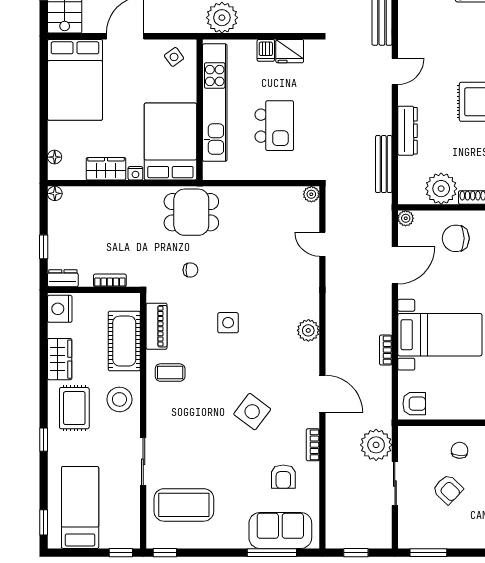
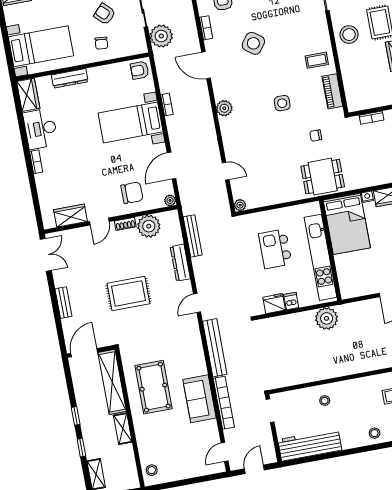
side table: (174, 57) -> (355, 284), removed
cot: (124, 341) -> (353, 77), removed

